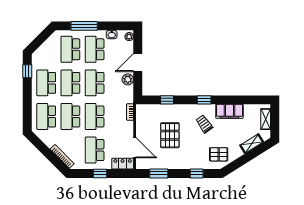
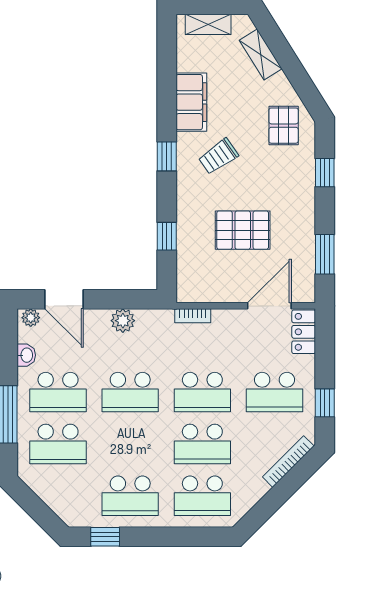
door: (138, 63) -> (64, 299), moved
school desk: (70, 83) -> (130, 444), removed
window: (100, 173) -> (325, 403), moved

